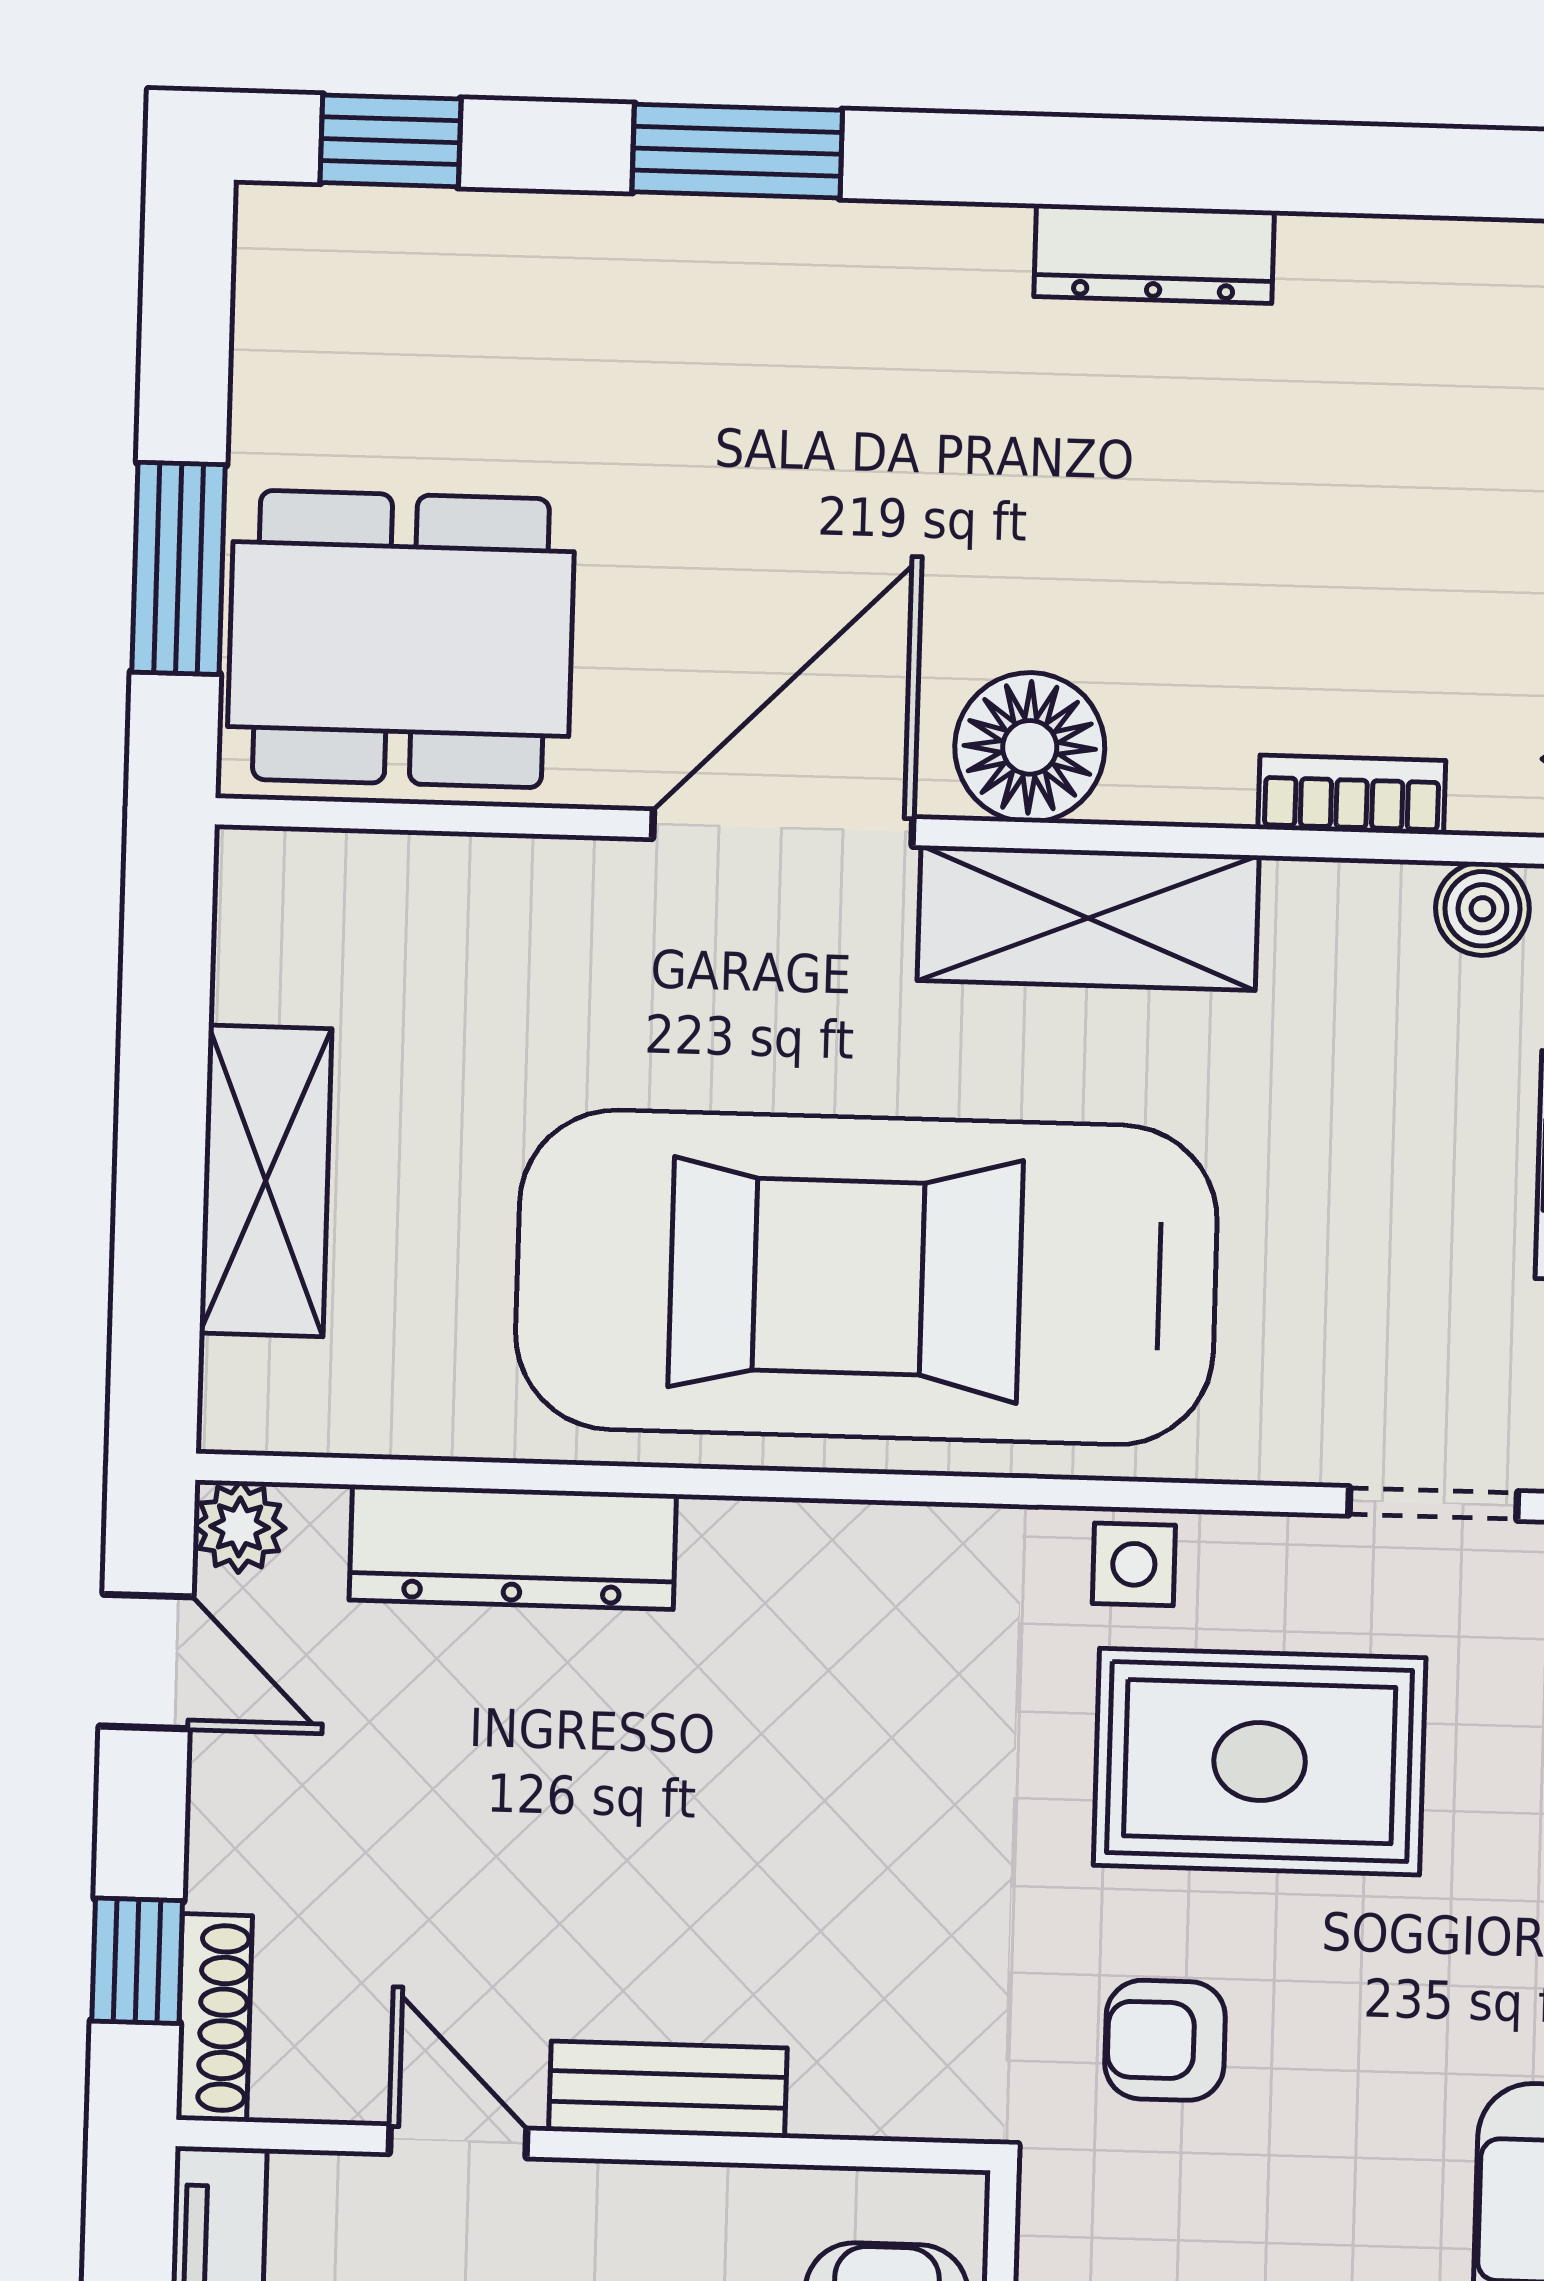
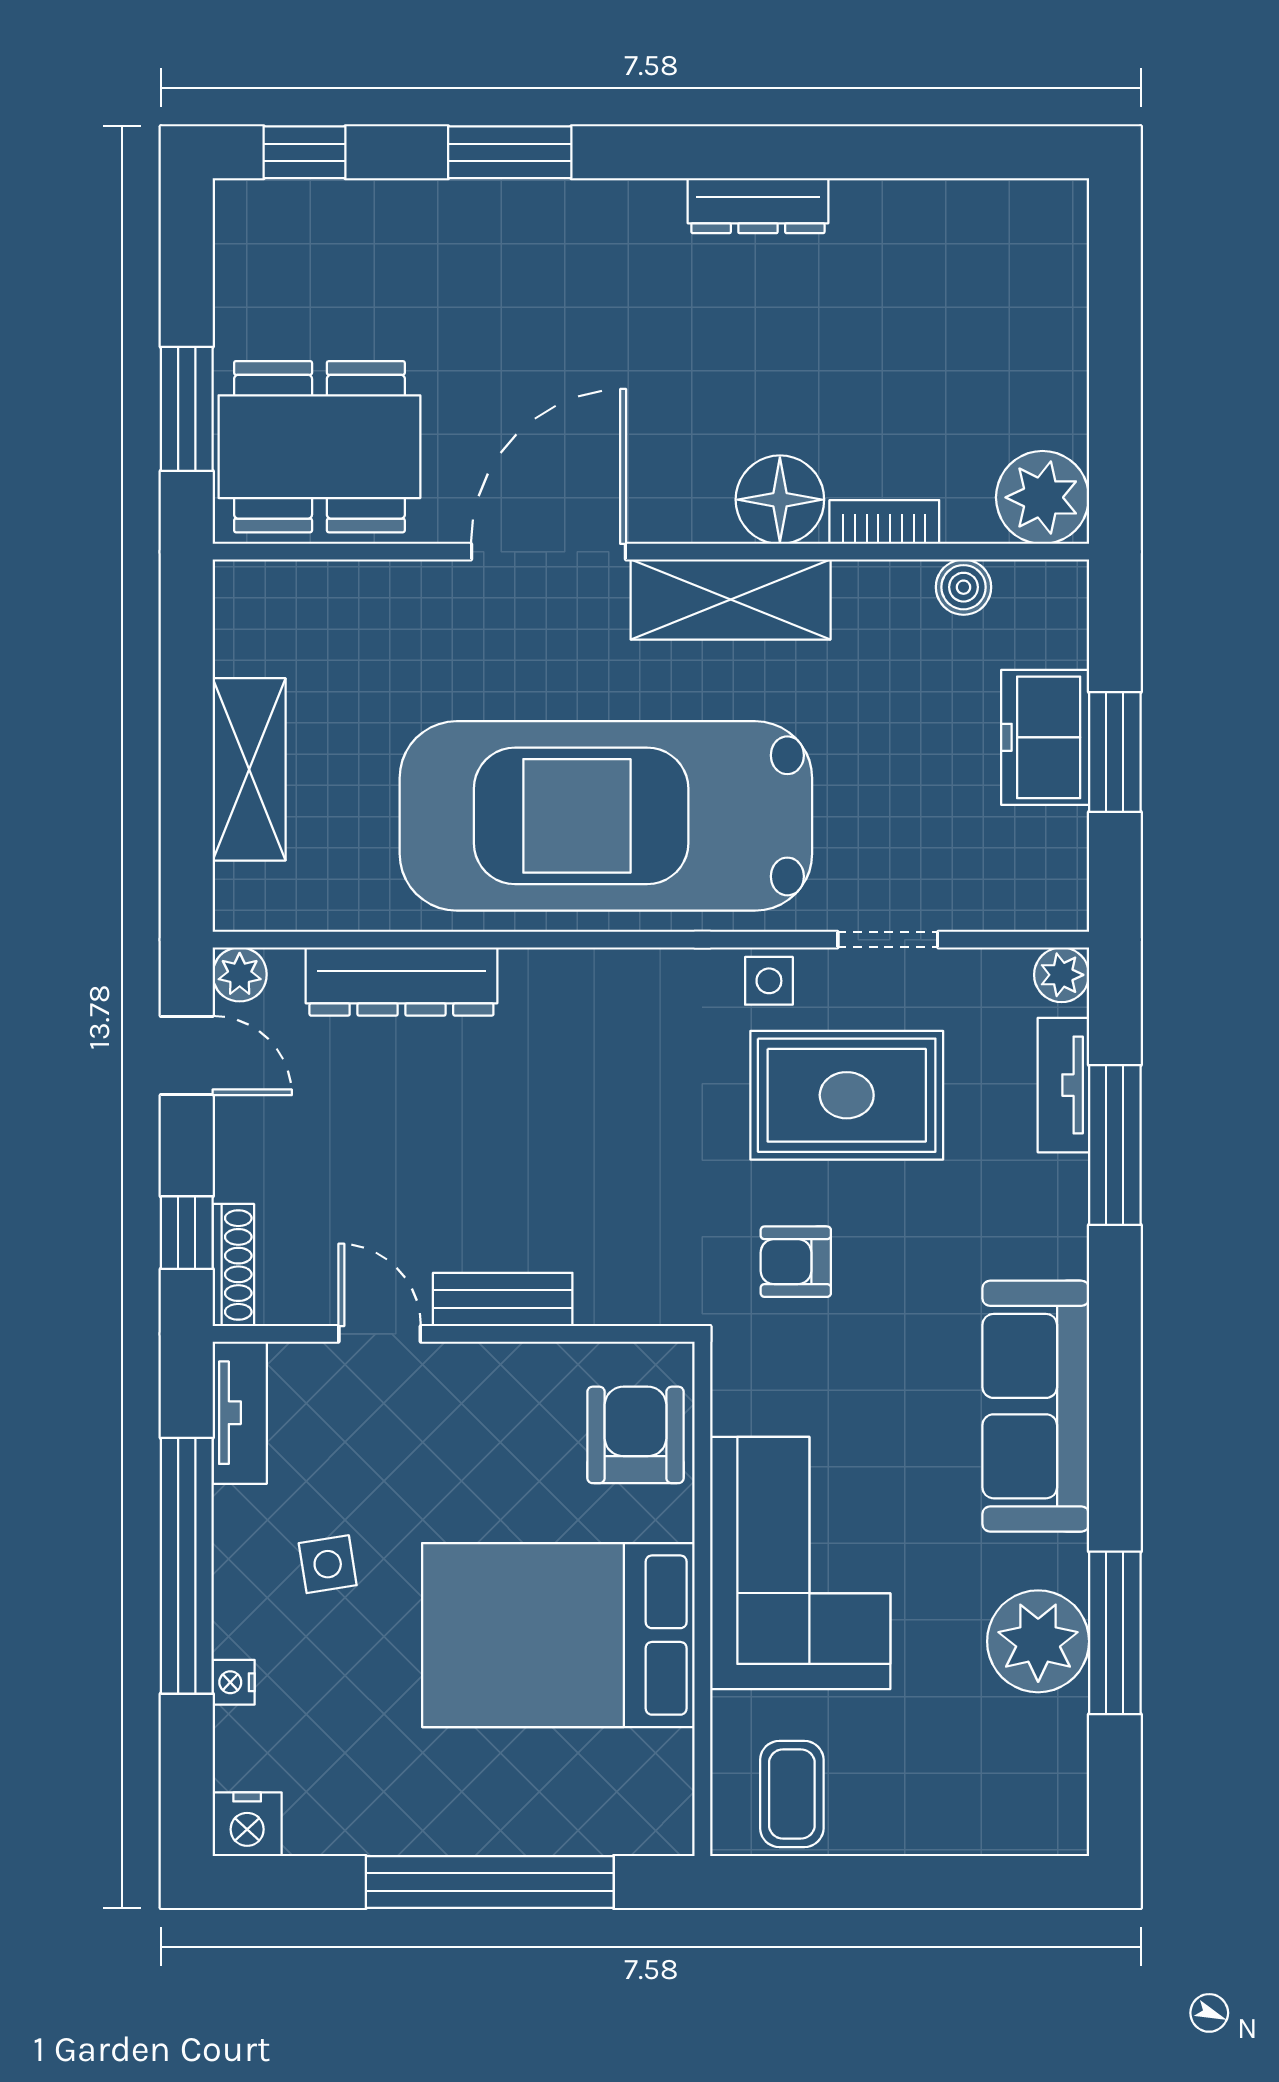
floor lamp: (1030, 747) -> (780, 500), moved
doorway: (1433, 1503) -> (888, 940), moved

